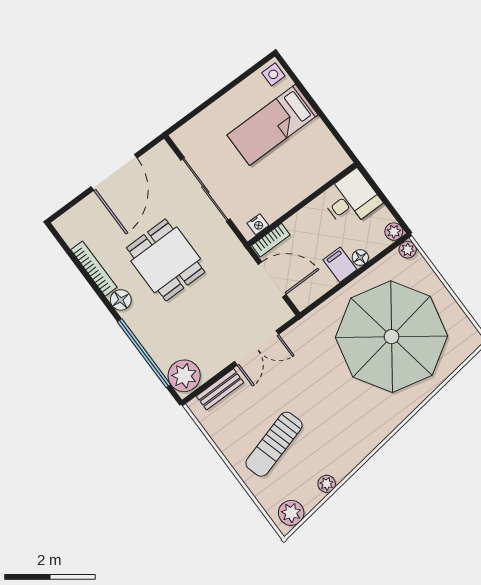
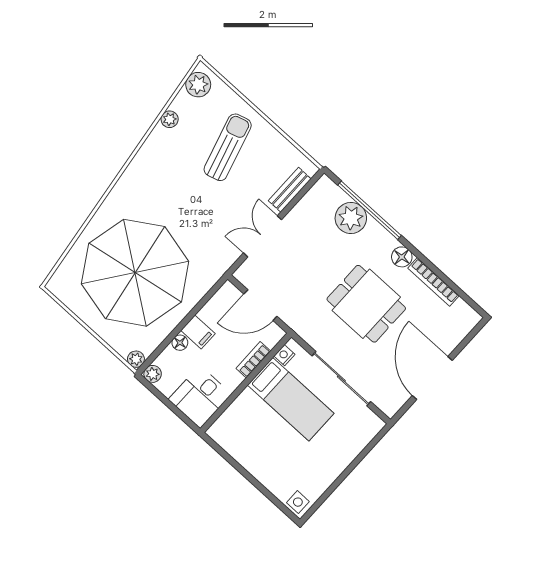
bed: (272, 125) -> (291, 399), moved, turned 90
bookcase: (271, 240) -> (253, 360), moved
plant: (184, 376) -> (351, 218), moved

